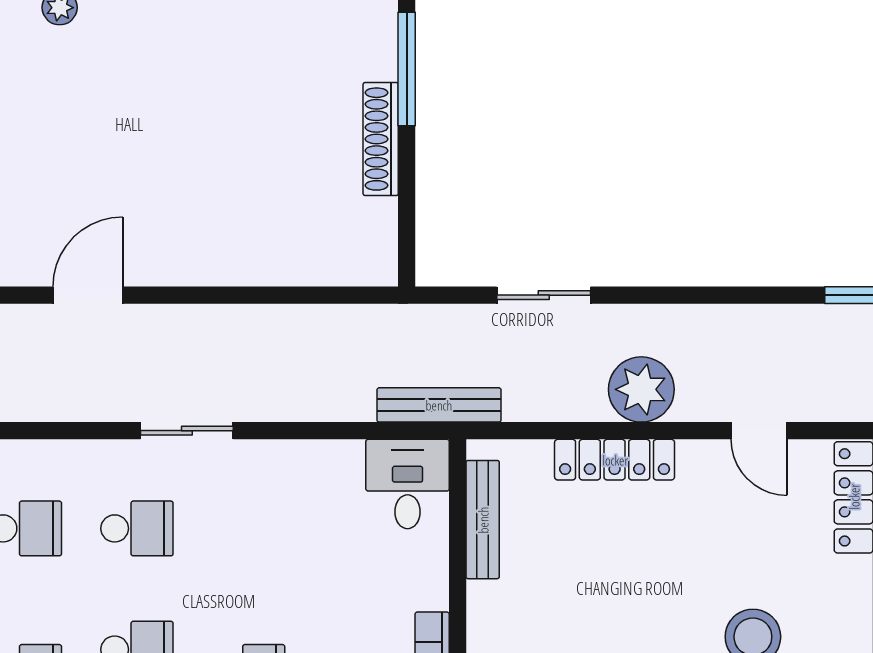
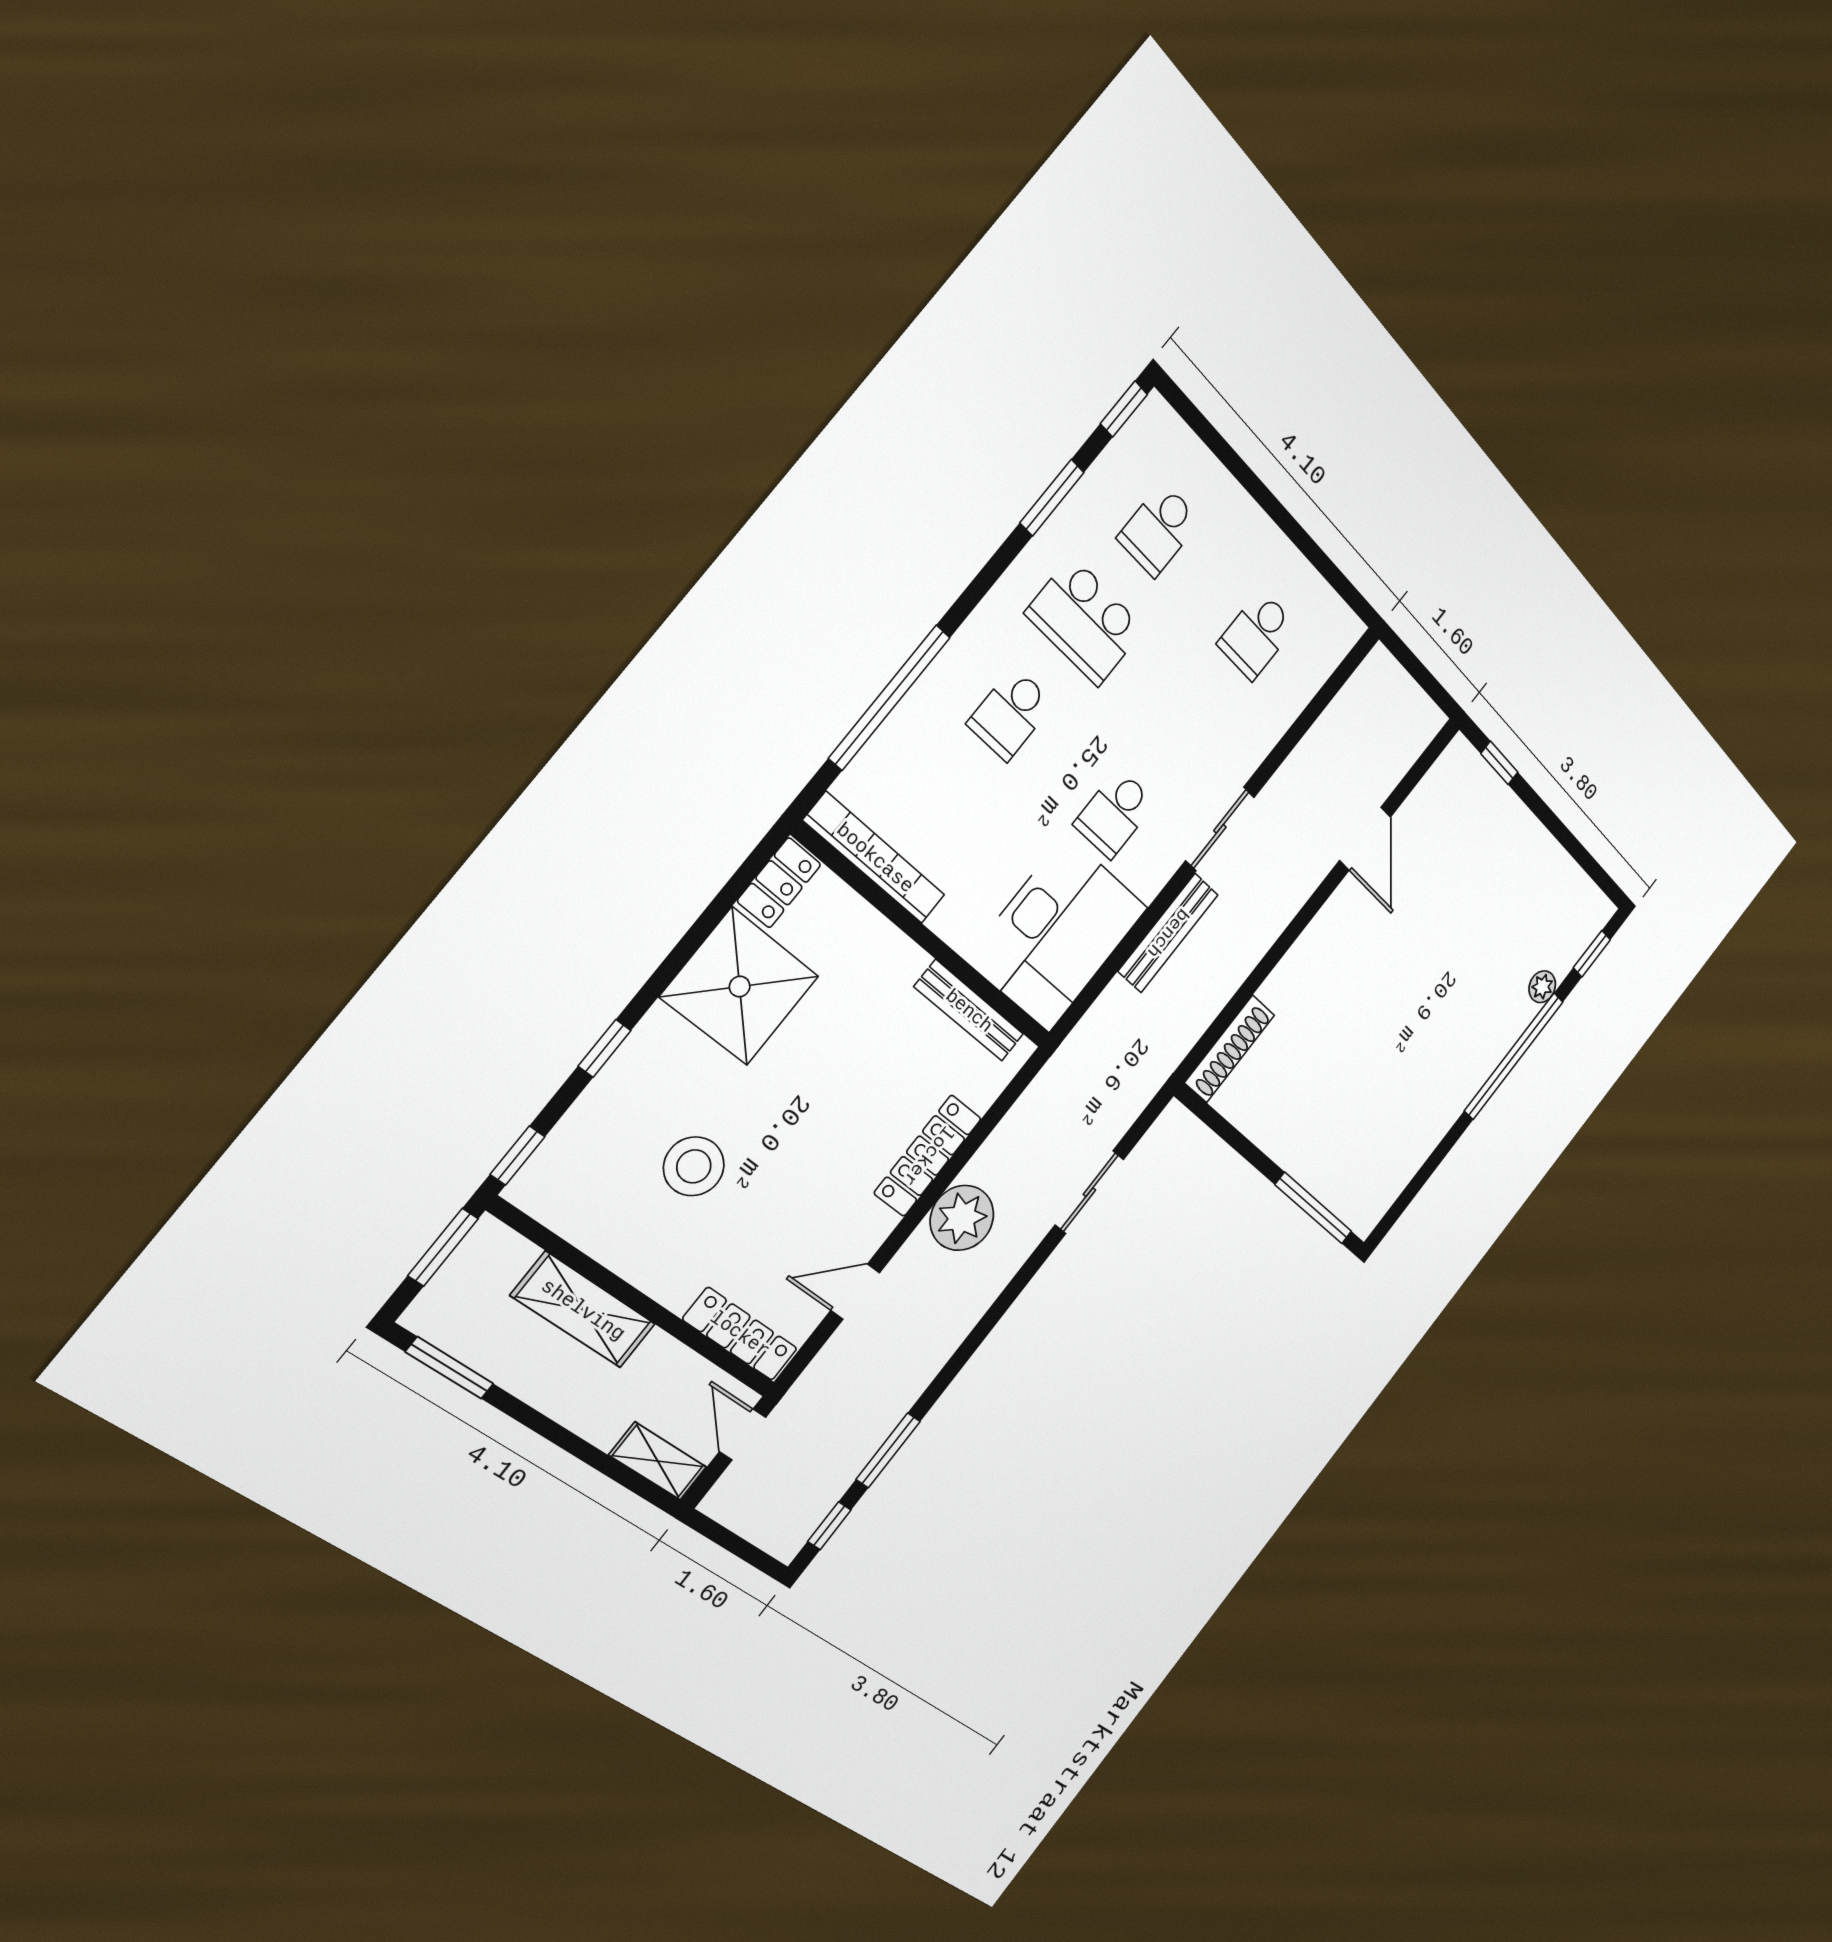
shoe rack: (381, 139) -> (1230, 1049), moved, turned 90
bench: (439, 405) -> (1168, 933), moved
desk: (408, 484) -> (1058, 933), width x1.87, depth x1.30
school desk: (137, 528) -> (1115, 814), moved

